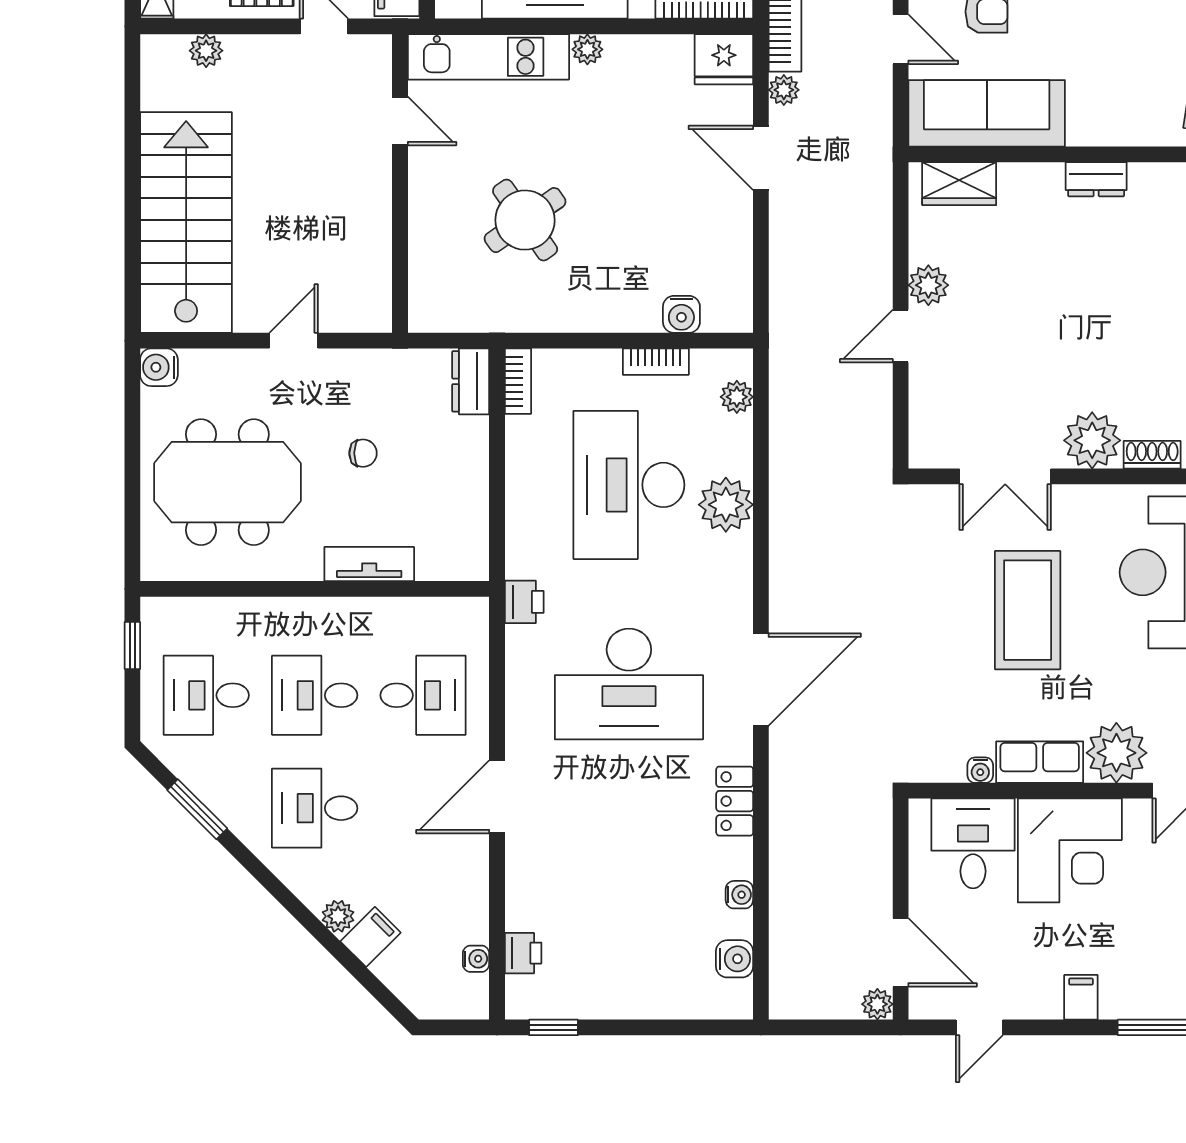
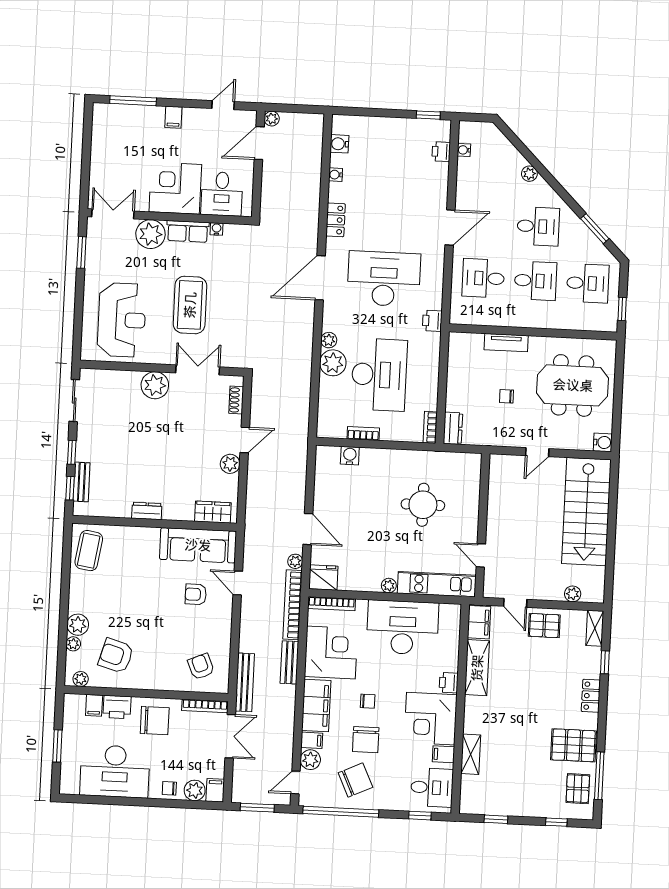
round table: (525, 220) -> (423, 505), turned 35
plant: (737, 397) -> (329, 340), moved
shoe rack: (1152, 455) -> (236, 400), moved, turned 90
filing cabinet: (371, 937) -> (514, 163), removed
door: (901, 952) -> (259, 143), hinge flipped

